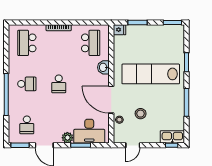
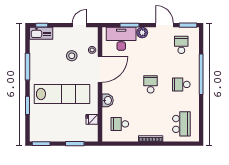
fridge: (120, 30) -> (92, 119), moved
school desk: (91, 43) -> (120, 124), width x0.54
door: (111, 100) -> (100, 69), hinge flipped

